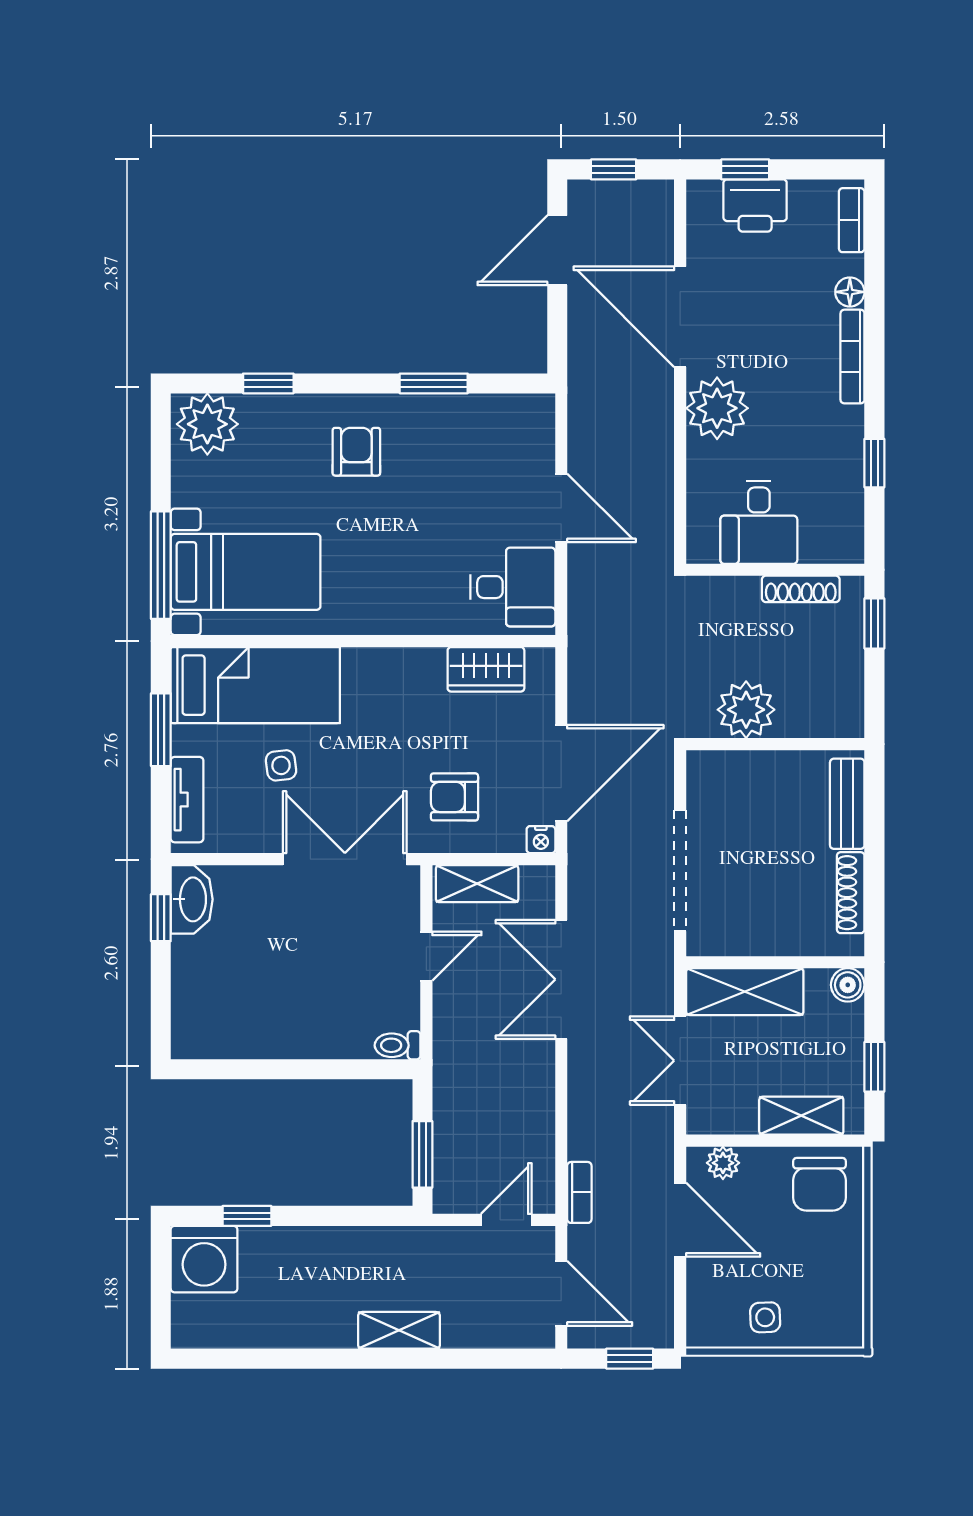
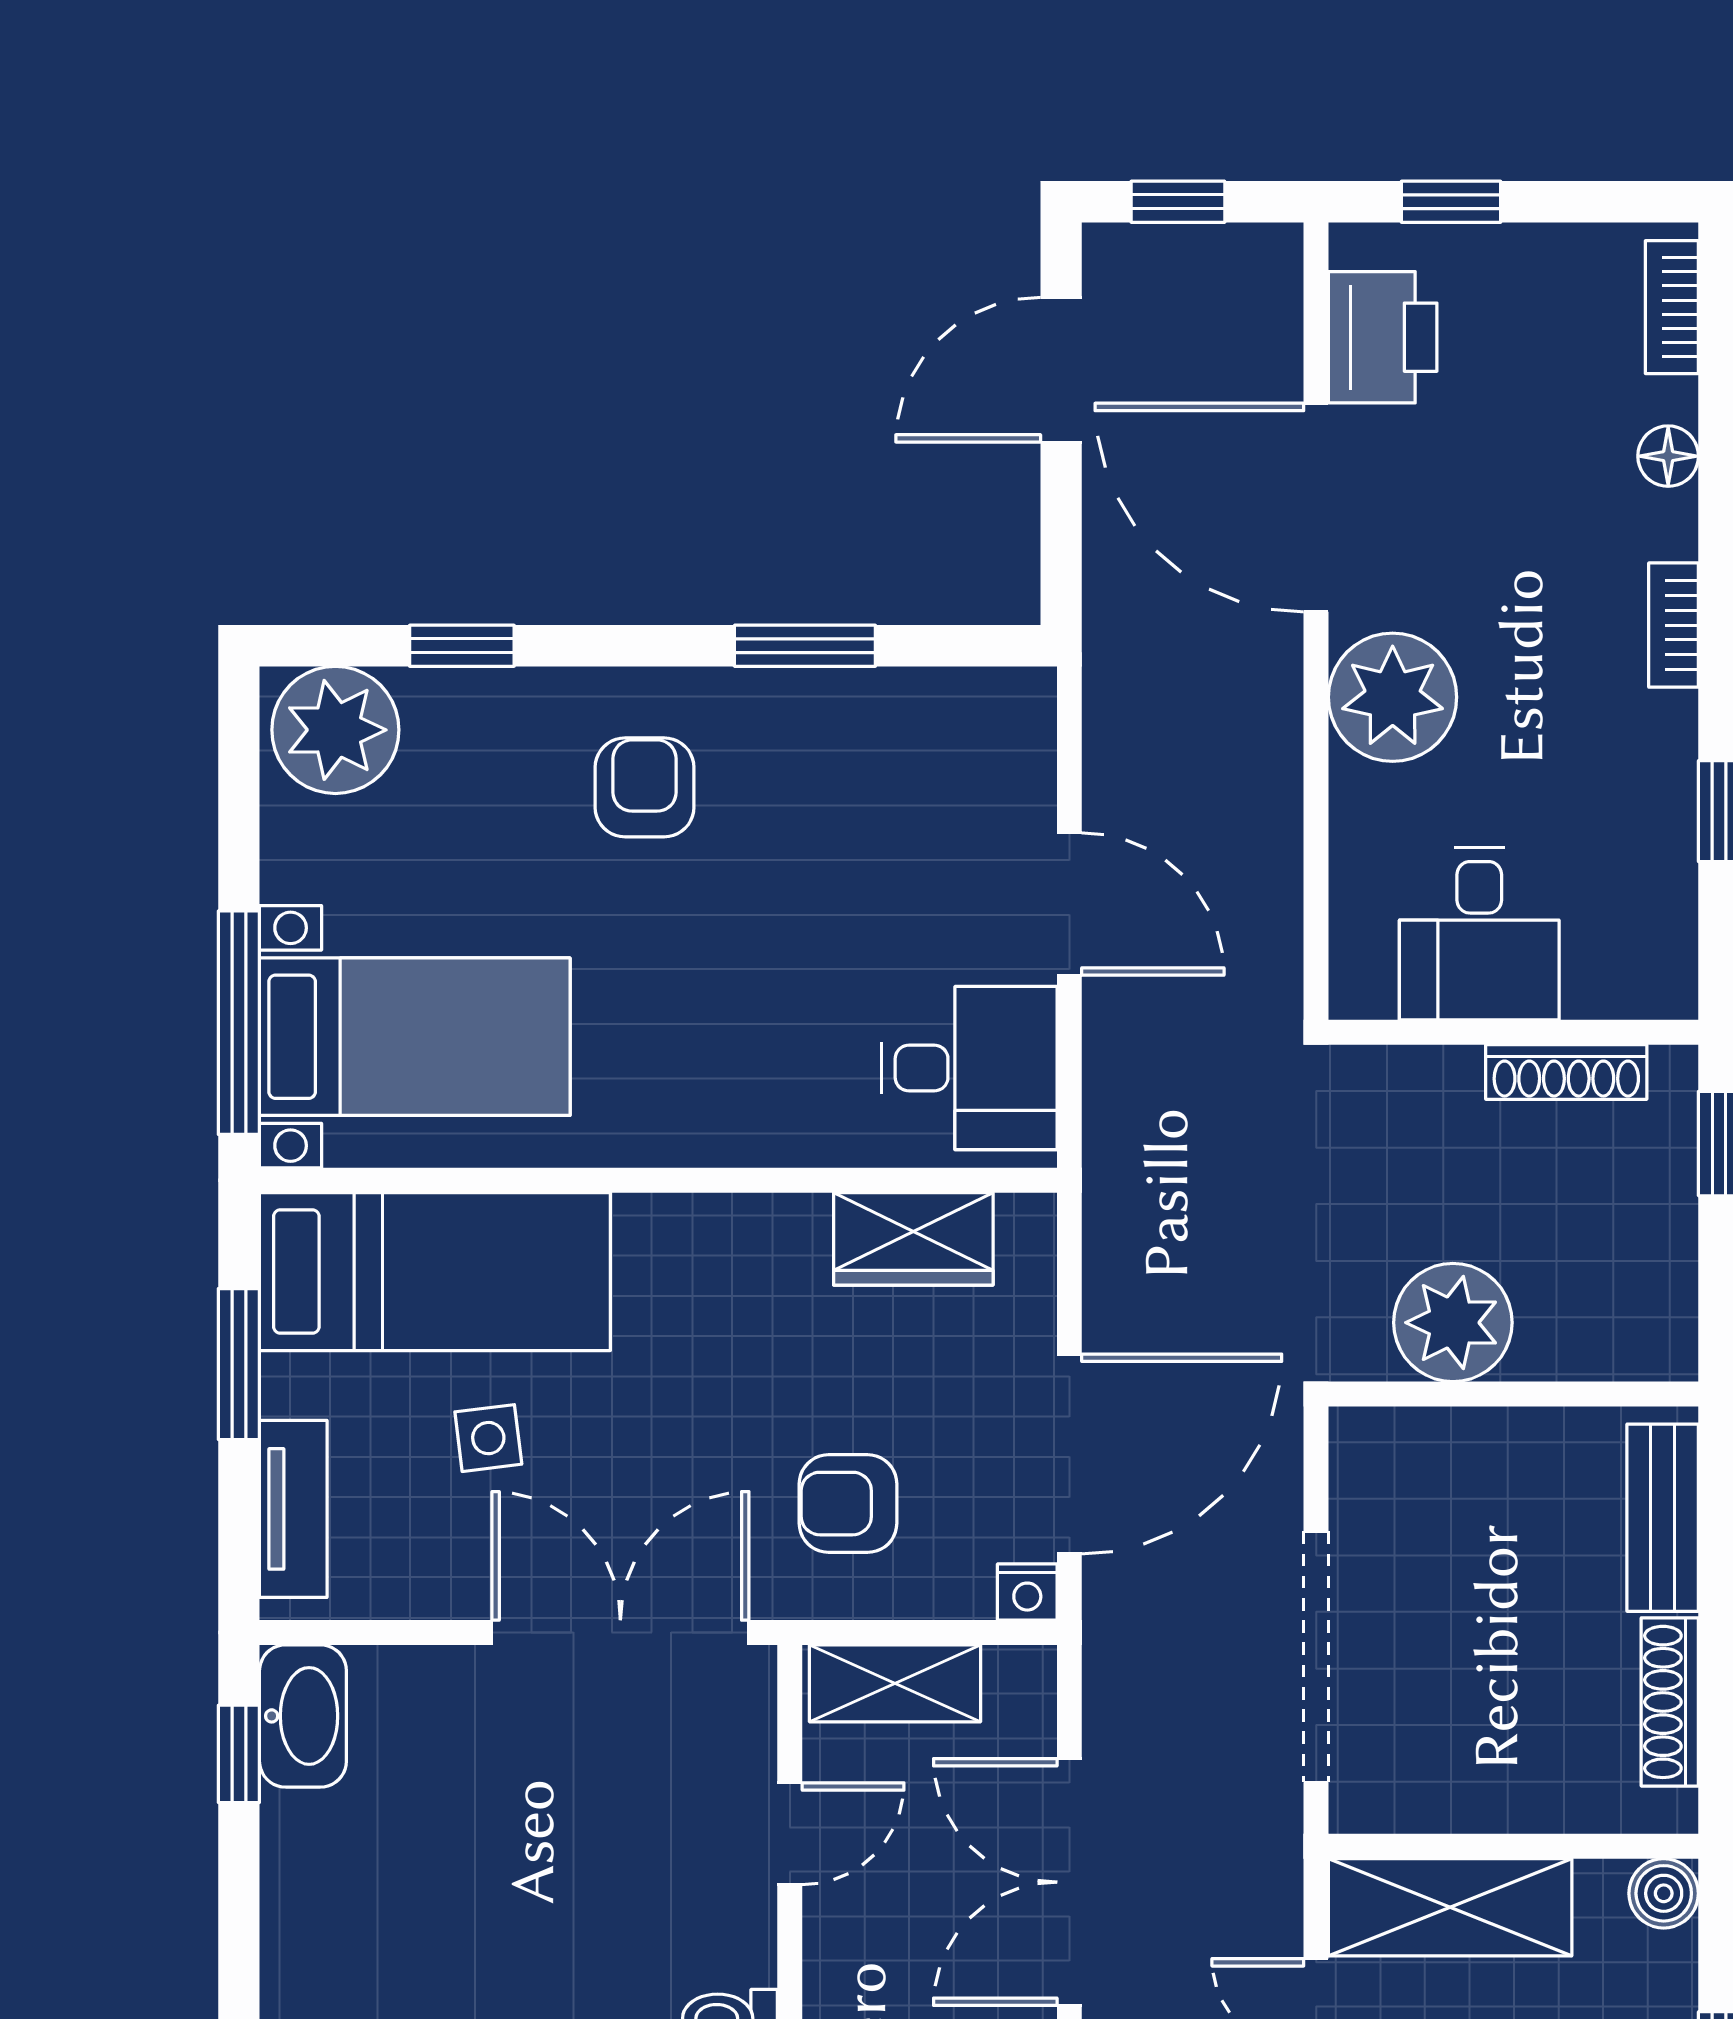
printer: (755, 205) -> (1383, 337), moved, turned -90
bookcase: (852, 357) -> (1674, 625), width x0.64

